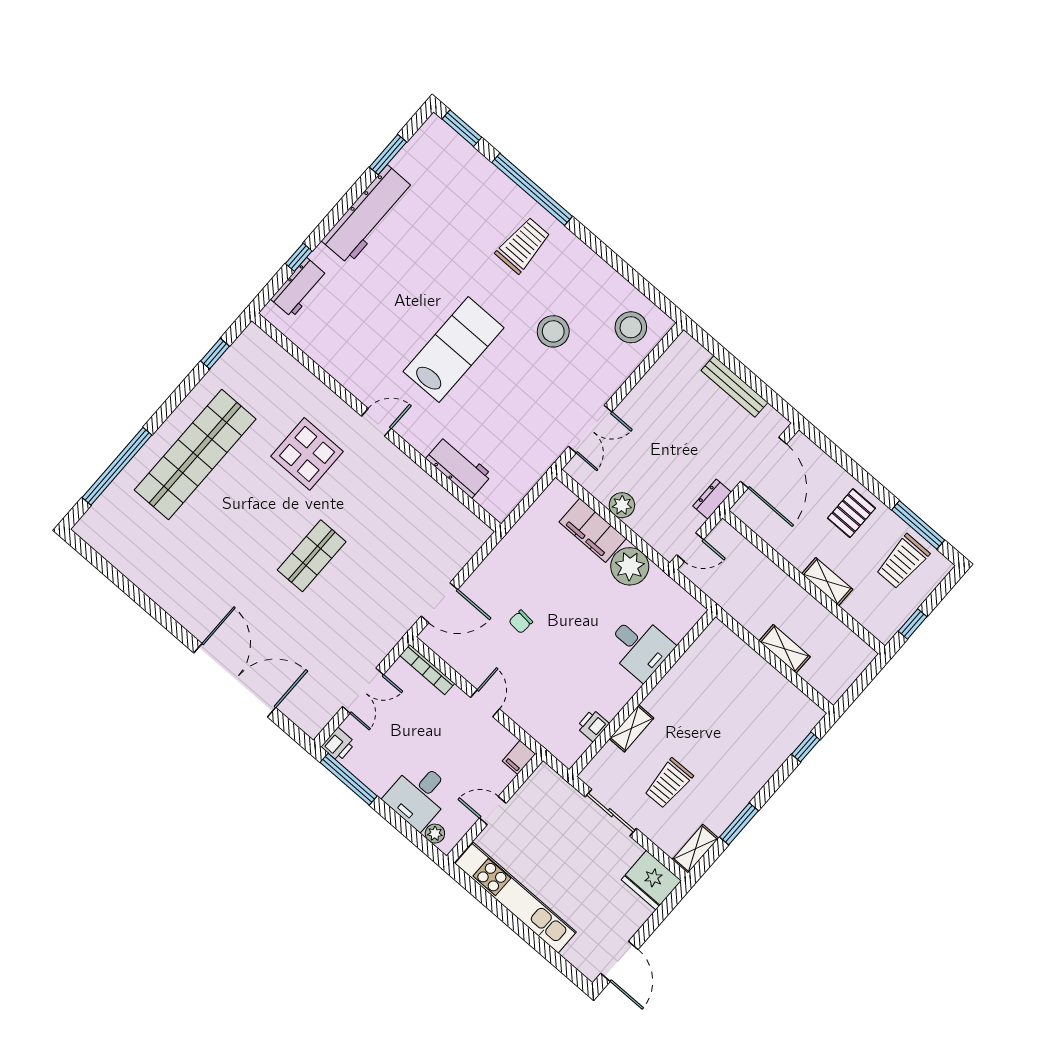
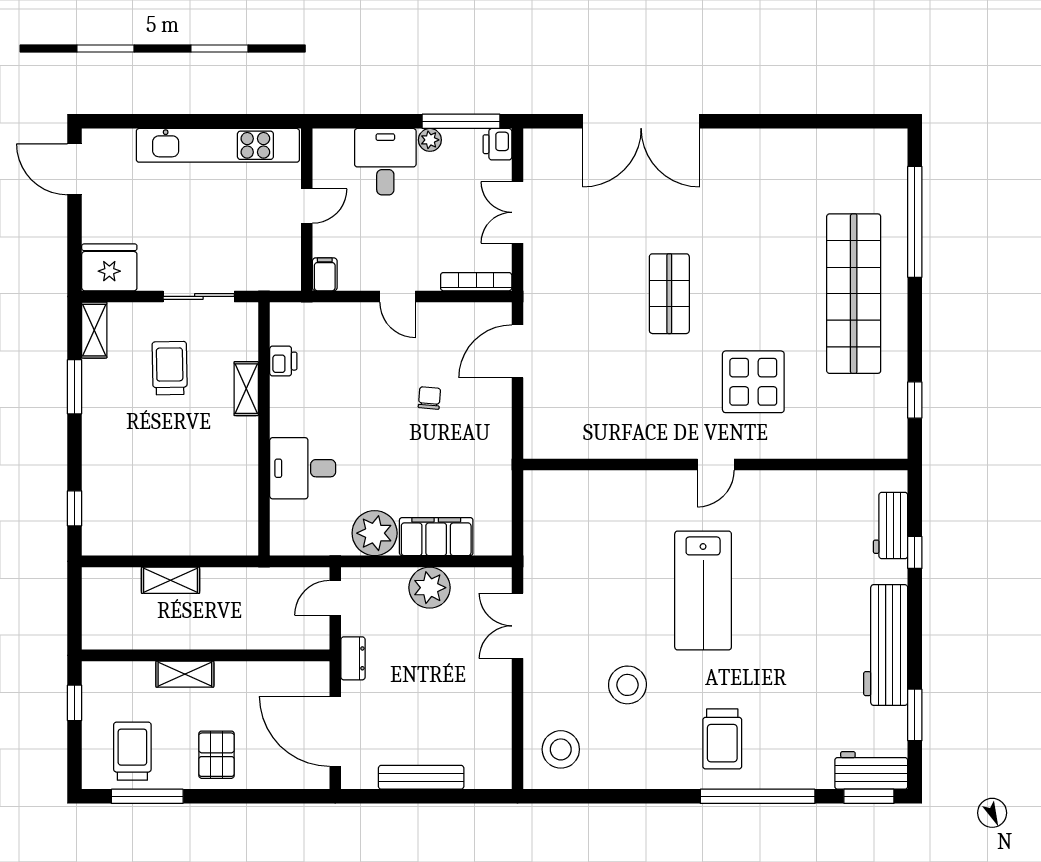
workbench: (459, 467) -> (871, 770), moved, turned 180
plant: (622, 505) -> (430, 588), width x1.36, depth x1.36
plant: (435, 834) -> (430, 140), moved

